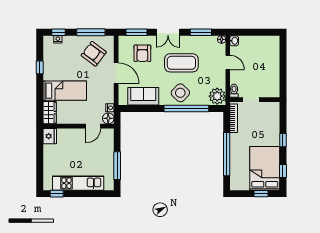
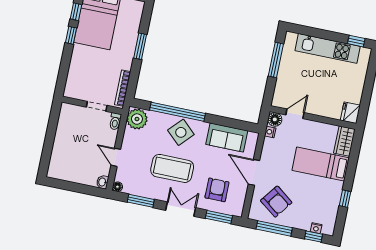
window: (283, 140) -> (71, 35), moved
window: (227, 154) -> (140, 46), width x0.47

